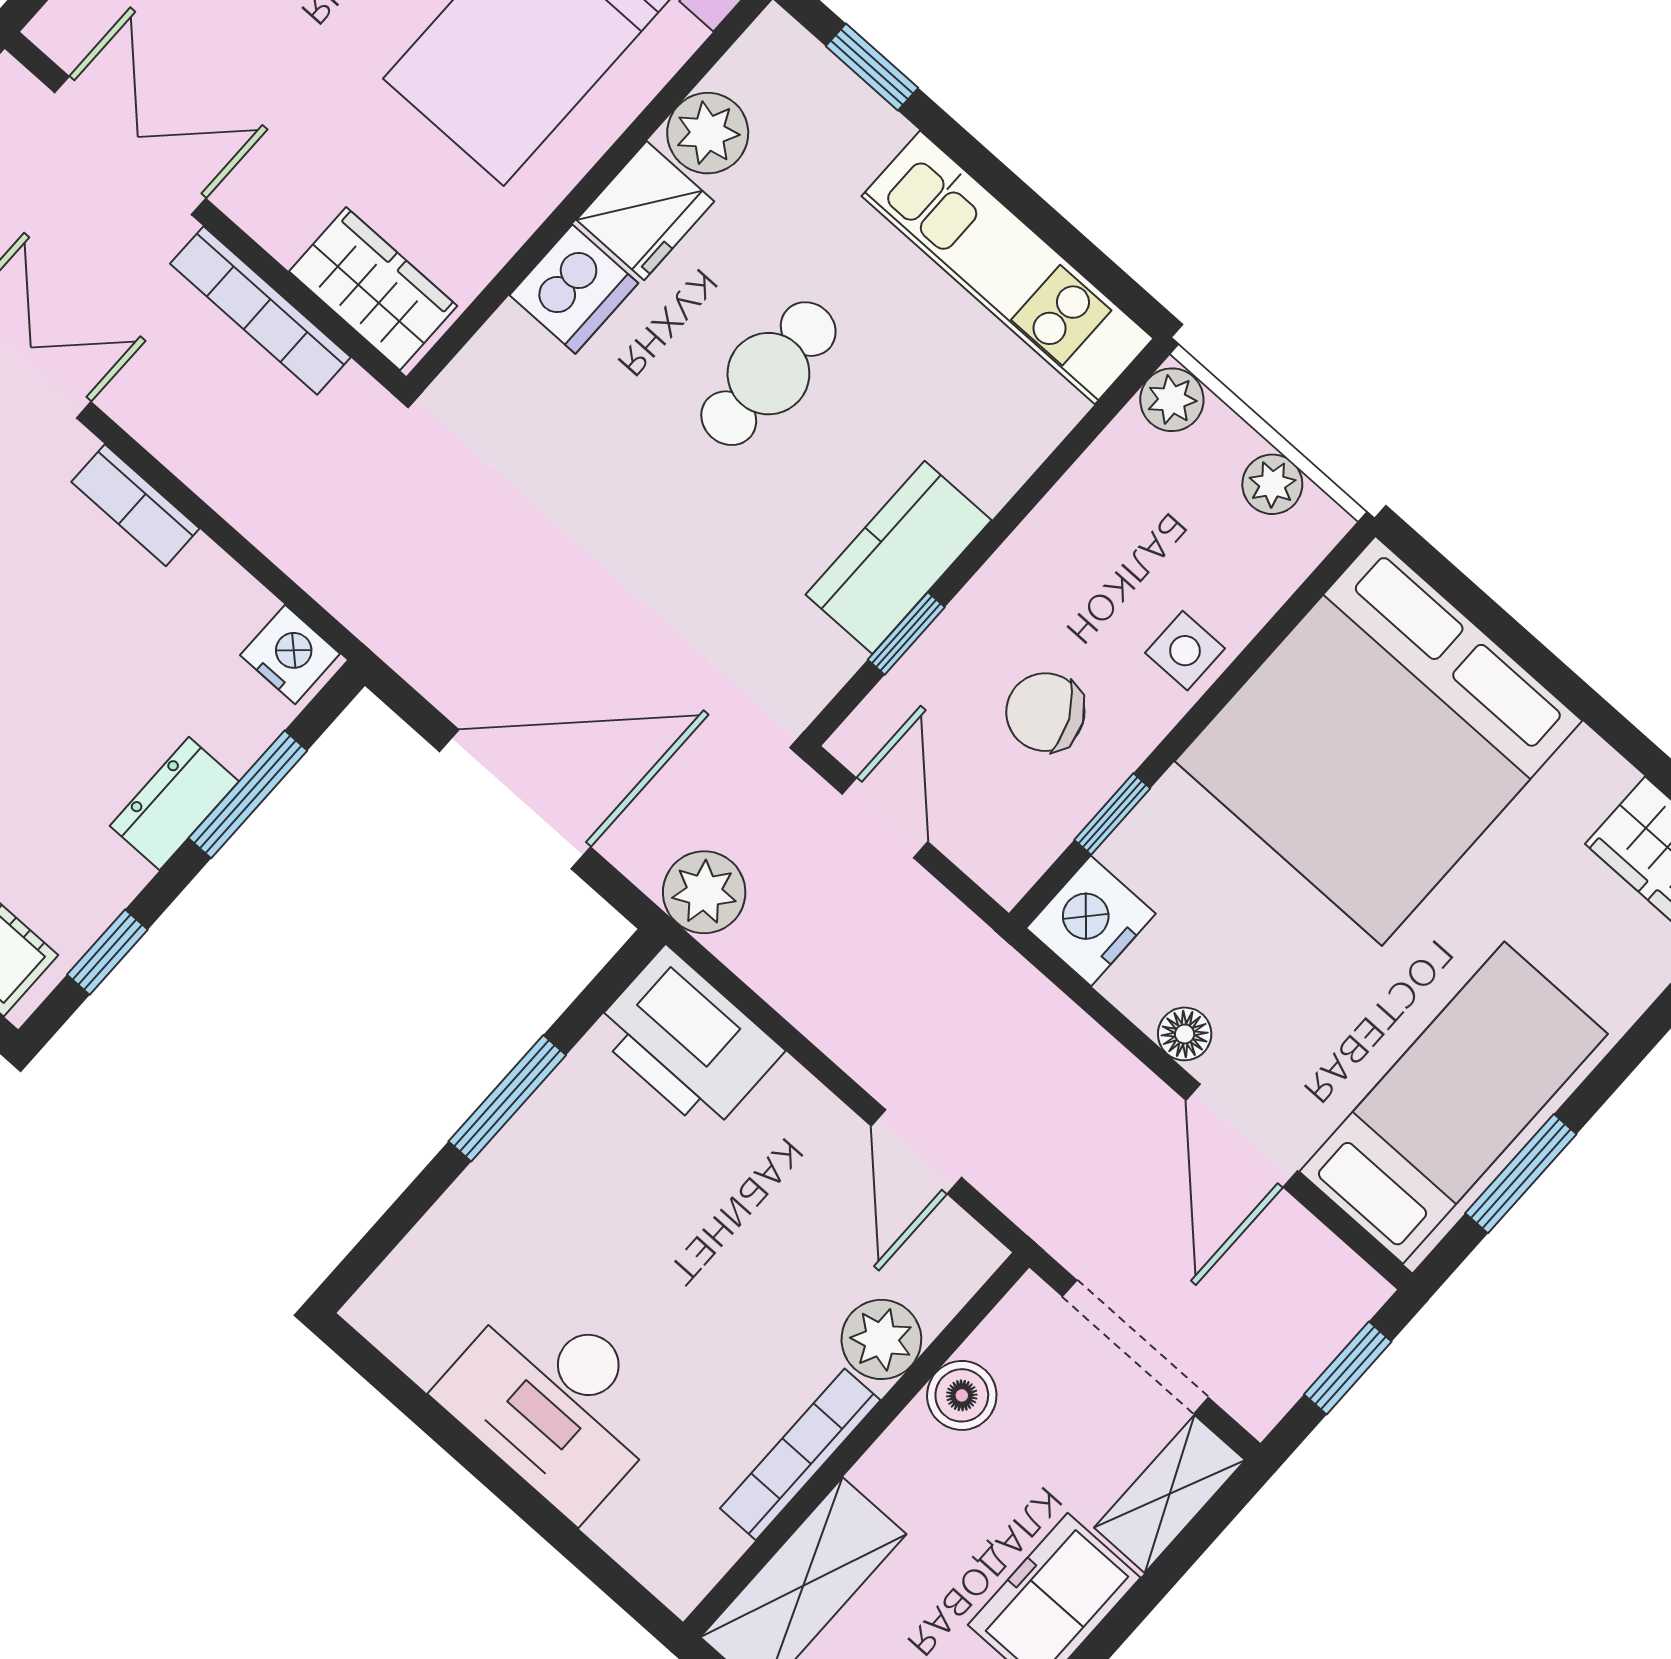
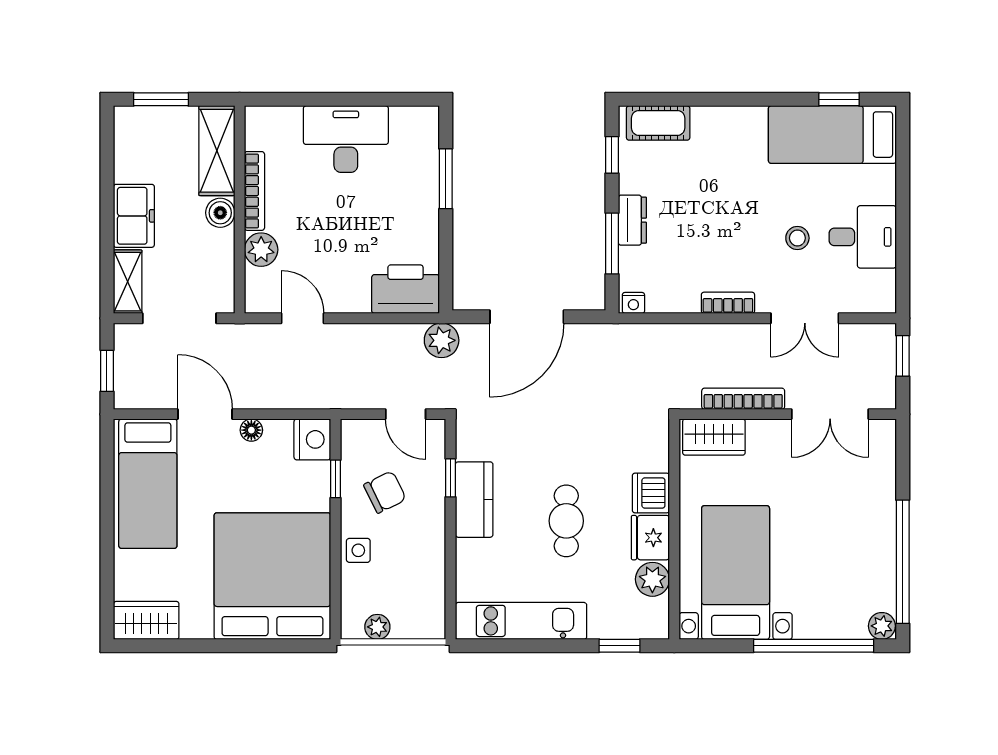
plant: (1172, 400) -> (432, 625), removed
nightstand: (290, 654) -> (633, 303), width x0.72, depth x0.74
window: (507, 1098) -> (446, 179), moved
window: (1521, 1174) -> (107, 480), removed
boiler: (962, 1395) -> (220, 213), moved

